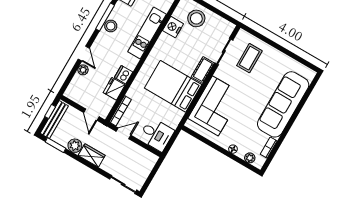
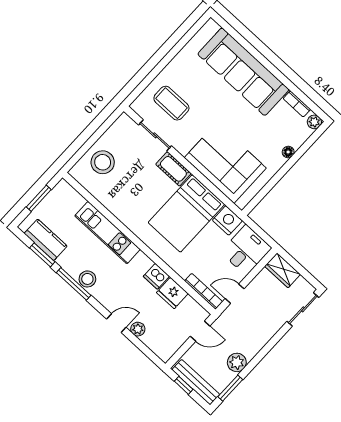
nightstand: (173, 27) -> (227, 220), moved, turned 180
door: (124, 133) -> (235, 294), hinge flipped
wardrobe: (92, 155) -> (283, 270), moved, turned -90
plant: (250, 158) -> (314, 122), moved

